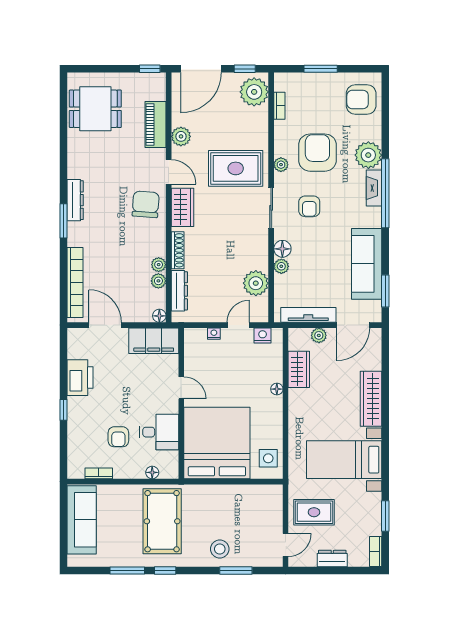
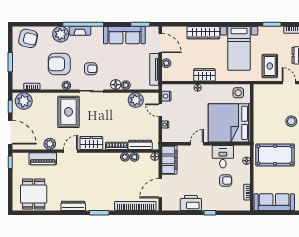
armchair: (361, 99) -> (28, 38), turned -77
dresser: (75, 200) -> (73, 206), moved
chair: (146, 204) -> (90, 165), removed
wardrobe: (299, 369) -> (204, 75), moved

